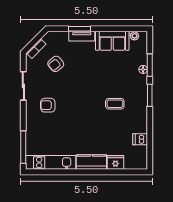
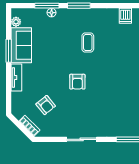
window: (80, 29) -> (9, 51), moved
sliding door: (23, 86) -> (82, 139), moved
armchair: (48, 105) -> (77, 82), moved

